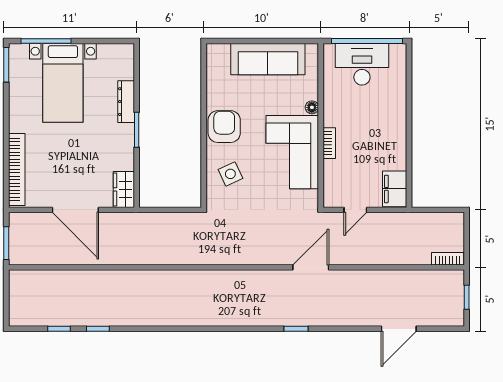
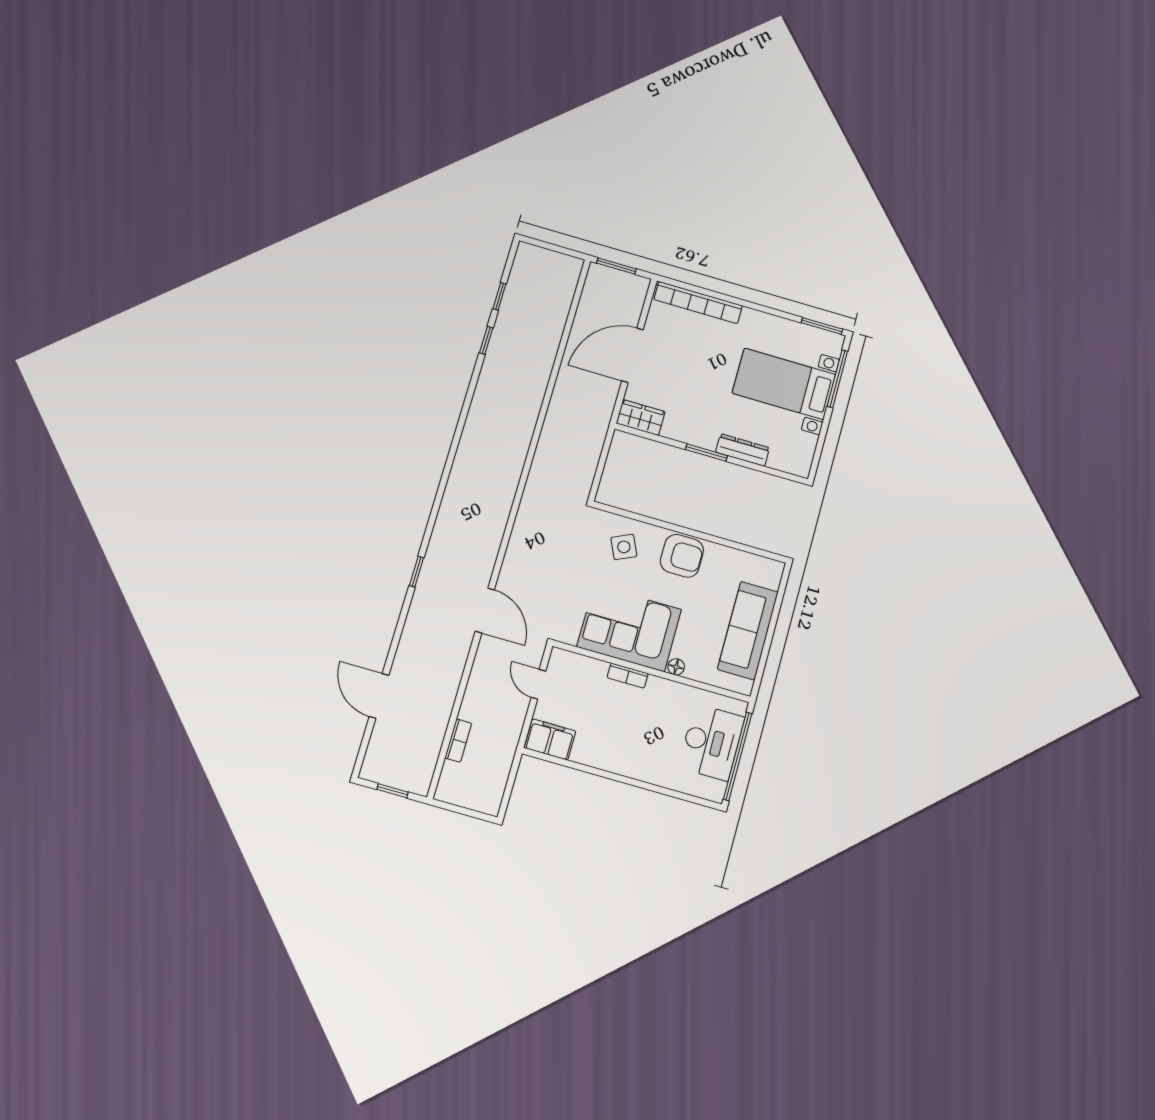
bookcase: (448, 259) -> (458, 741), moved

